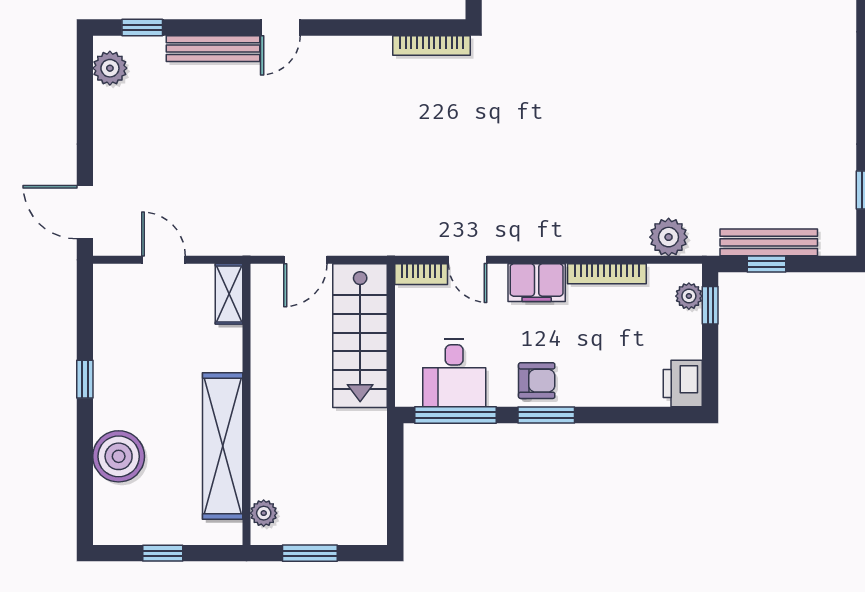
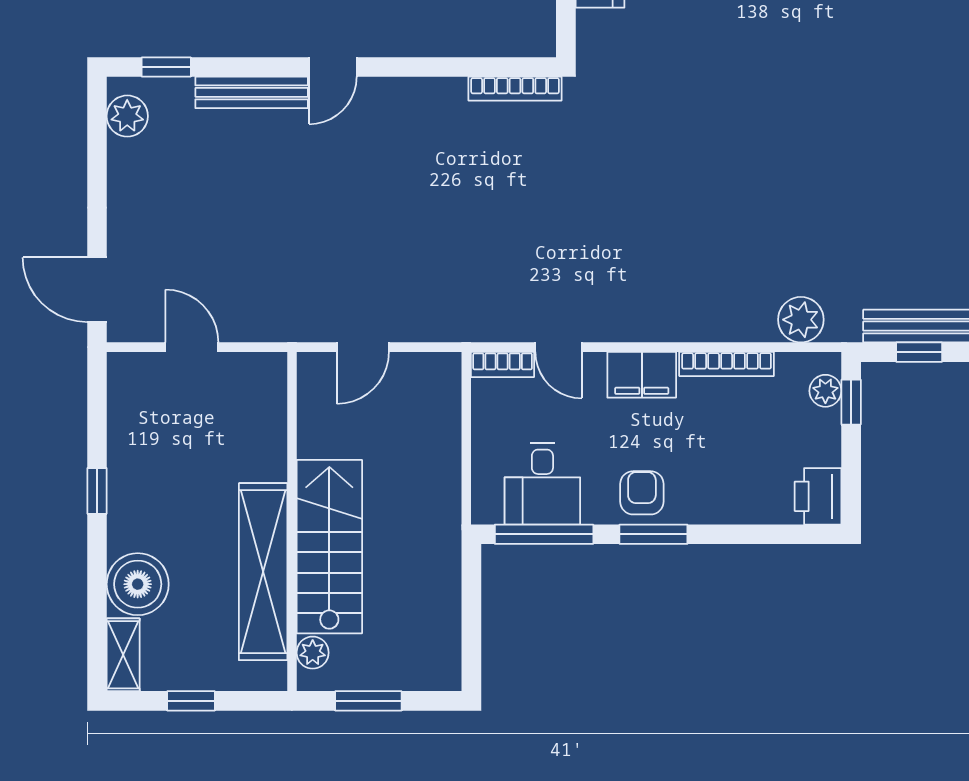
shelving: (229, 294) -> (123, 655), moved
stairs: (360, 336) -> (329, 547), moved, turned 180
armchair: (537, 381) -> (642, 493), turned -90

